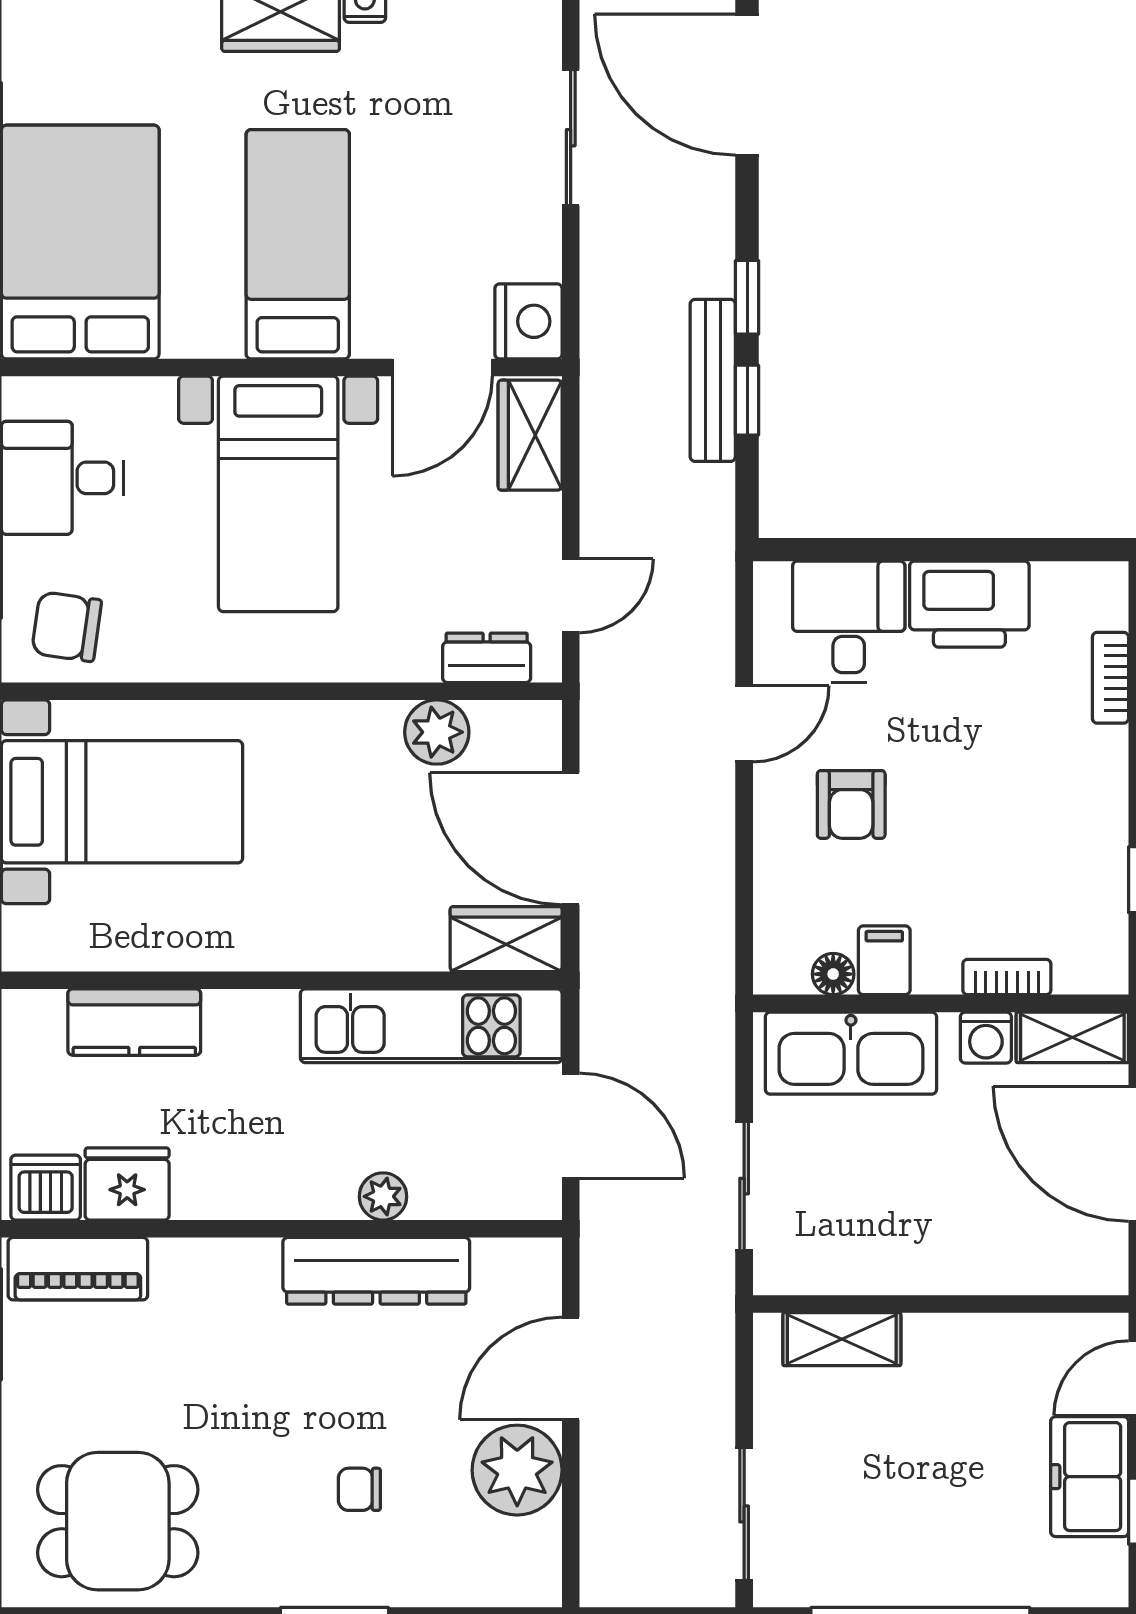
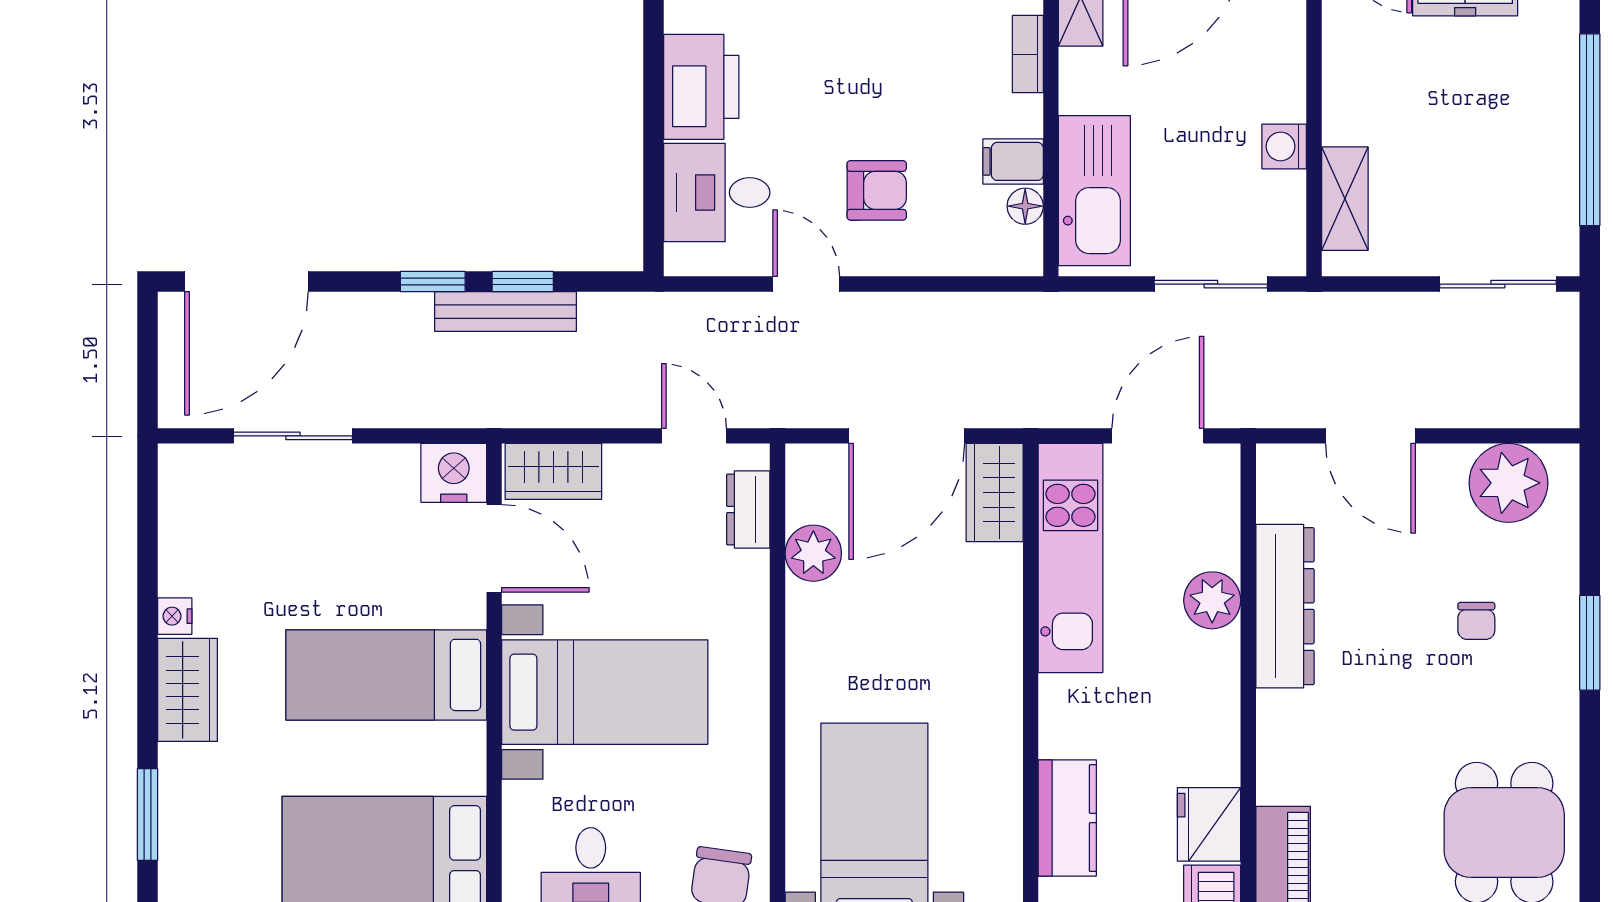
washing machine: (986, 1038) -> (1284, 146), moved, turned 180
plant: (383, 1196) -> (1212, 600), width x1.38, depth x1.38
plant: (517, 1470) -> (1508, 483), moved

